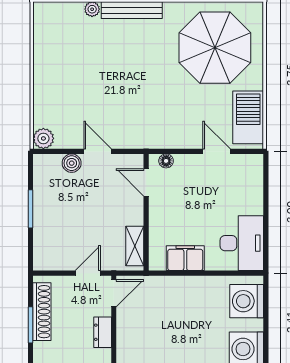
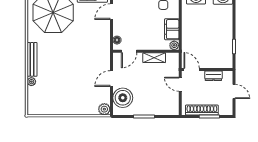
boiler: (72, 163) -> (123, 98), width x1.86, depth x1.86
shelving: (135, 246) -> (154, 58), moved
plant: (157, 263) -> (174, 45), added

